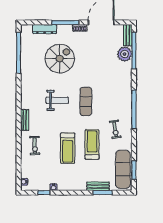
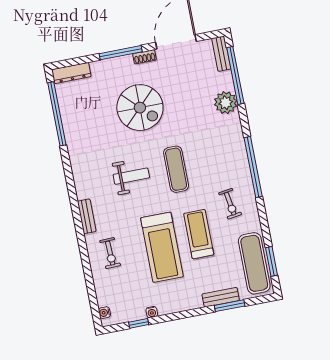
dresser: (45, 29) -> (71, 73), moved
plant: (125, 54) -> (226, 103), moved
spiral stairs: (60, 59) -> (140, 108), moved, turned 90
treadmill: (68, 148) -> (162, 247), width x1.37, depth x1.37

